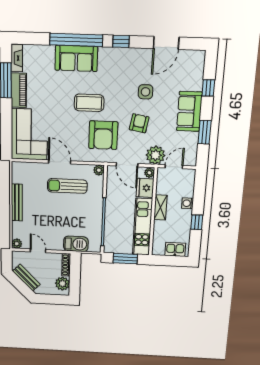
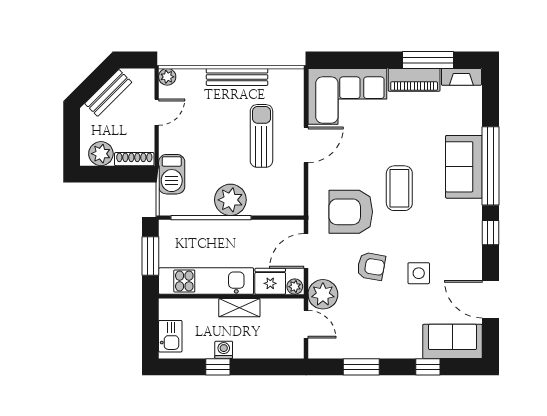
sofa: (189, 111) -> (452, 341), moved
plant: (99, 170) -> (230, 200), moved, width x1.87, depth x1.87
sun lounger: (67, 186) -> (261, 136), moved
washing machine: (187, 203) -> (224, 350), moved

